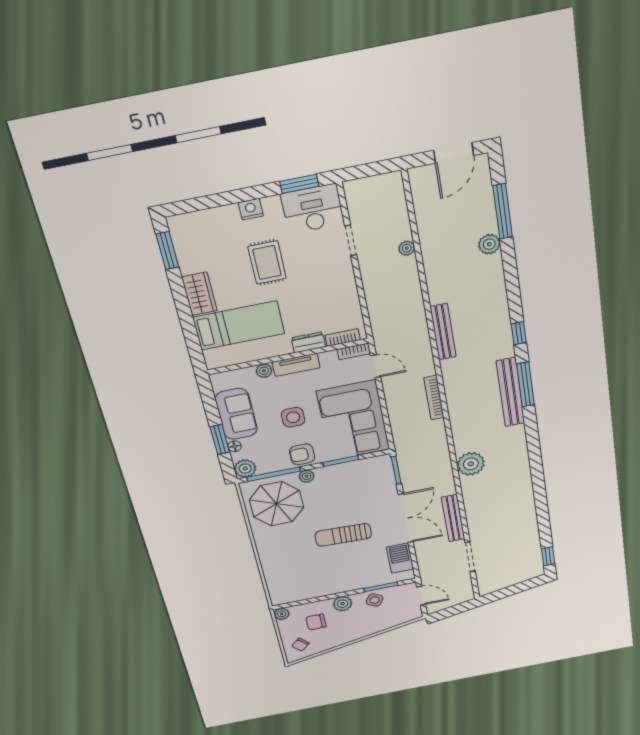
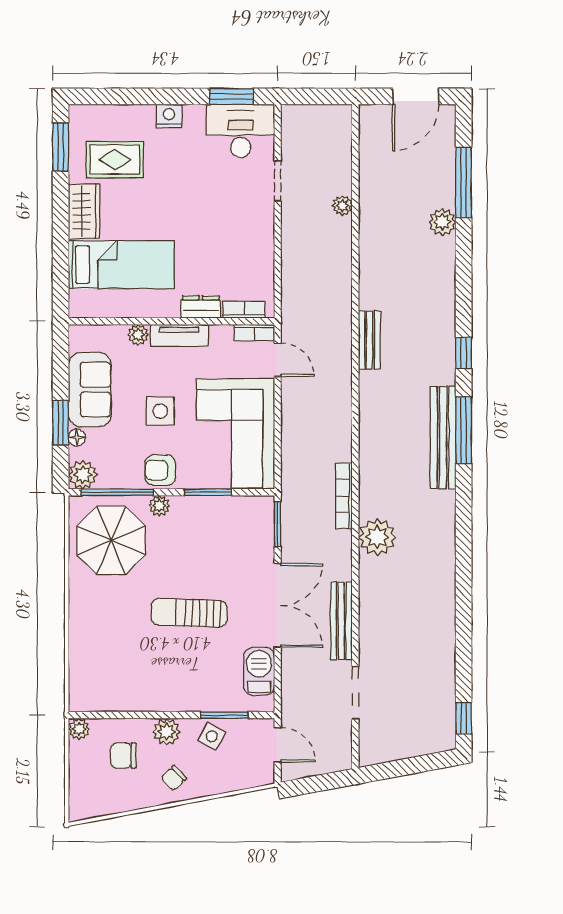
rug: (267, 262) -> (115, 160), moved, turned 90
bench: (443, 332) -> (369, 340), width x0.73
bookcase: (434, 398) -> (344, 496), moved
chair: (300, 645) -> (174, 778), moved

